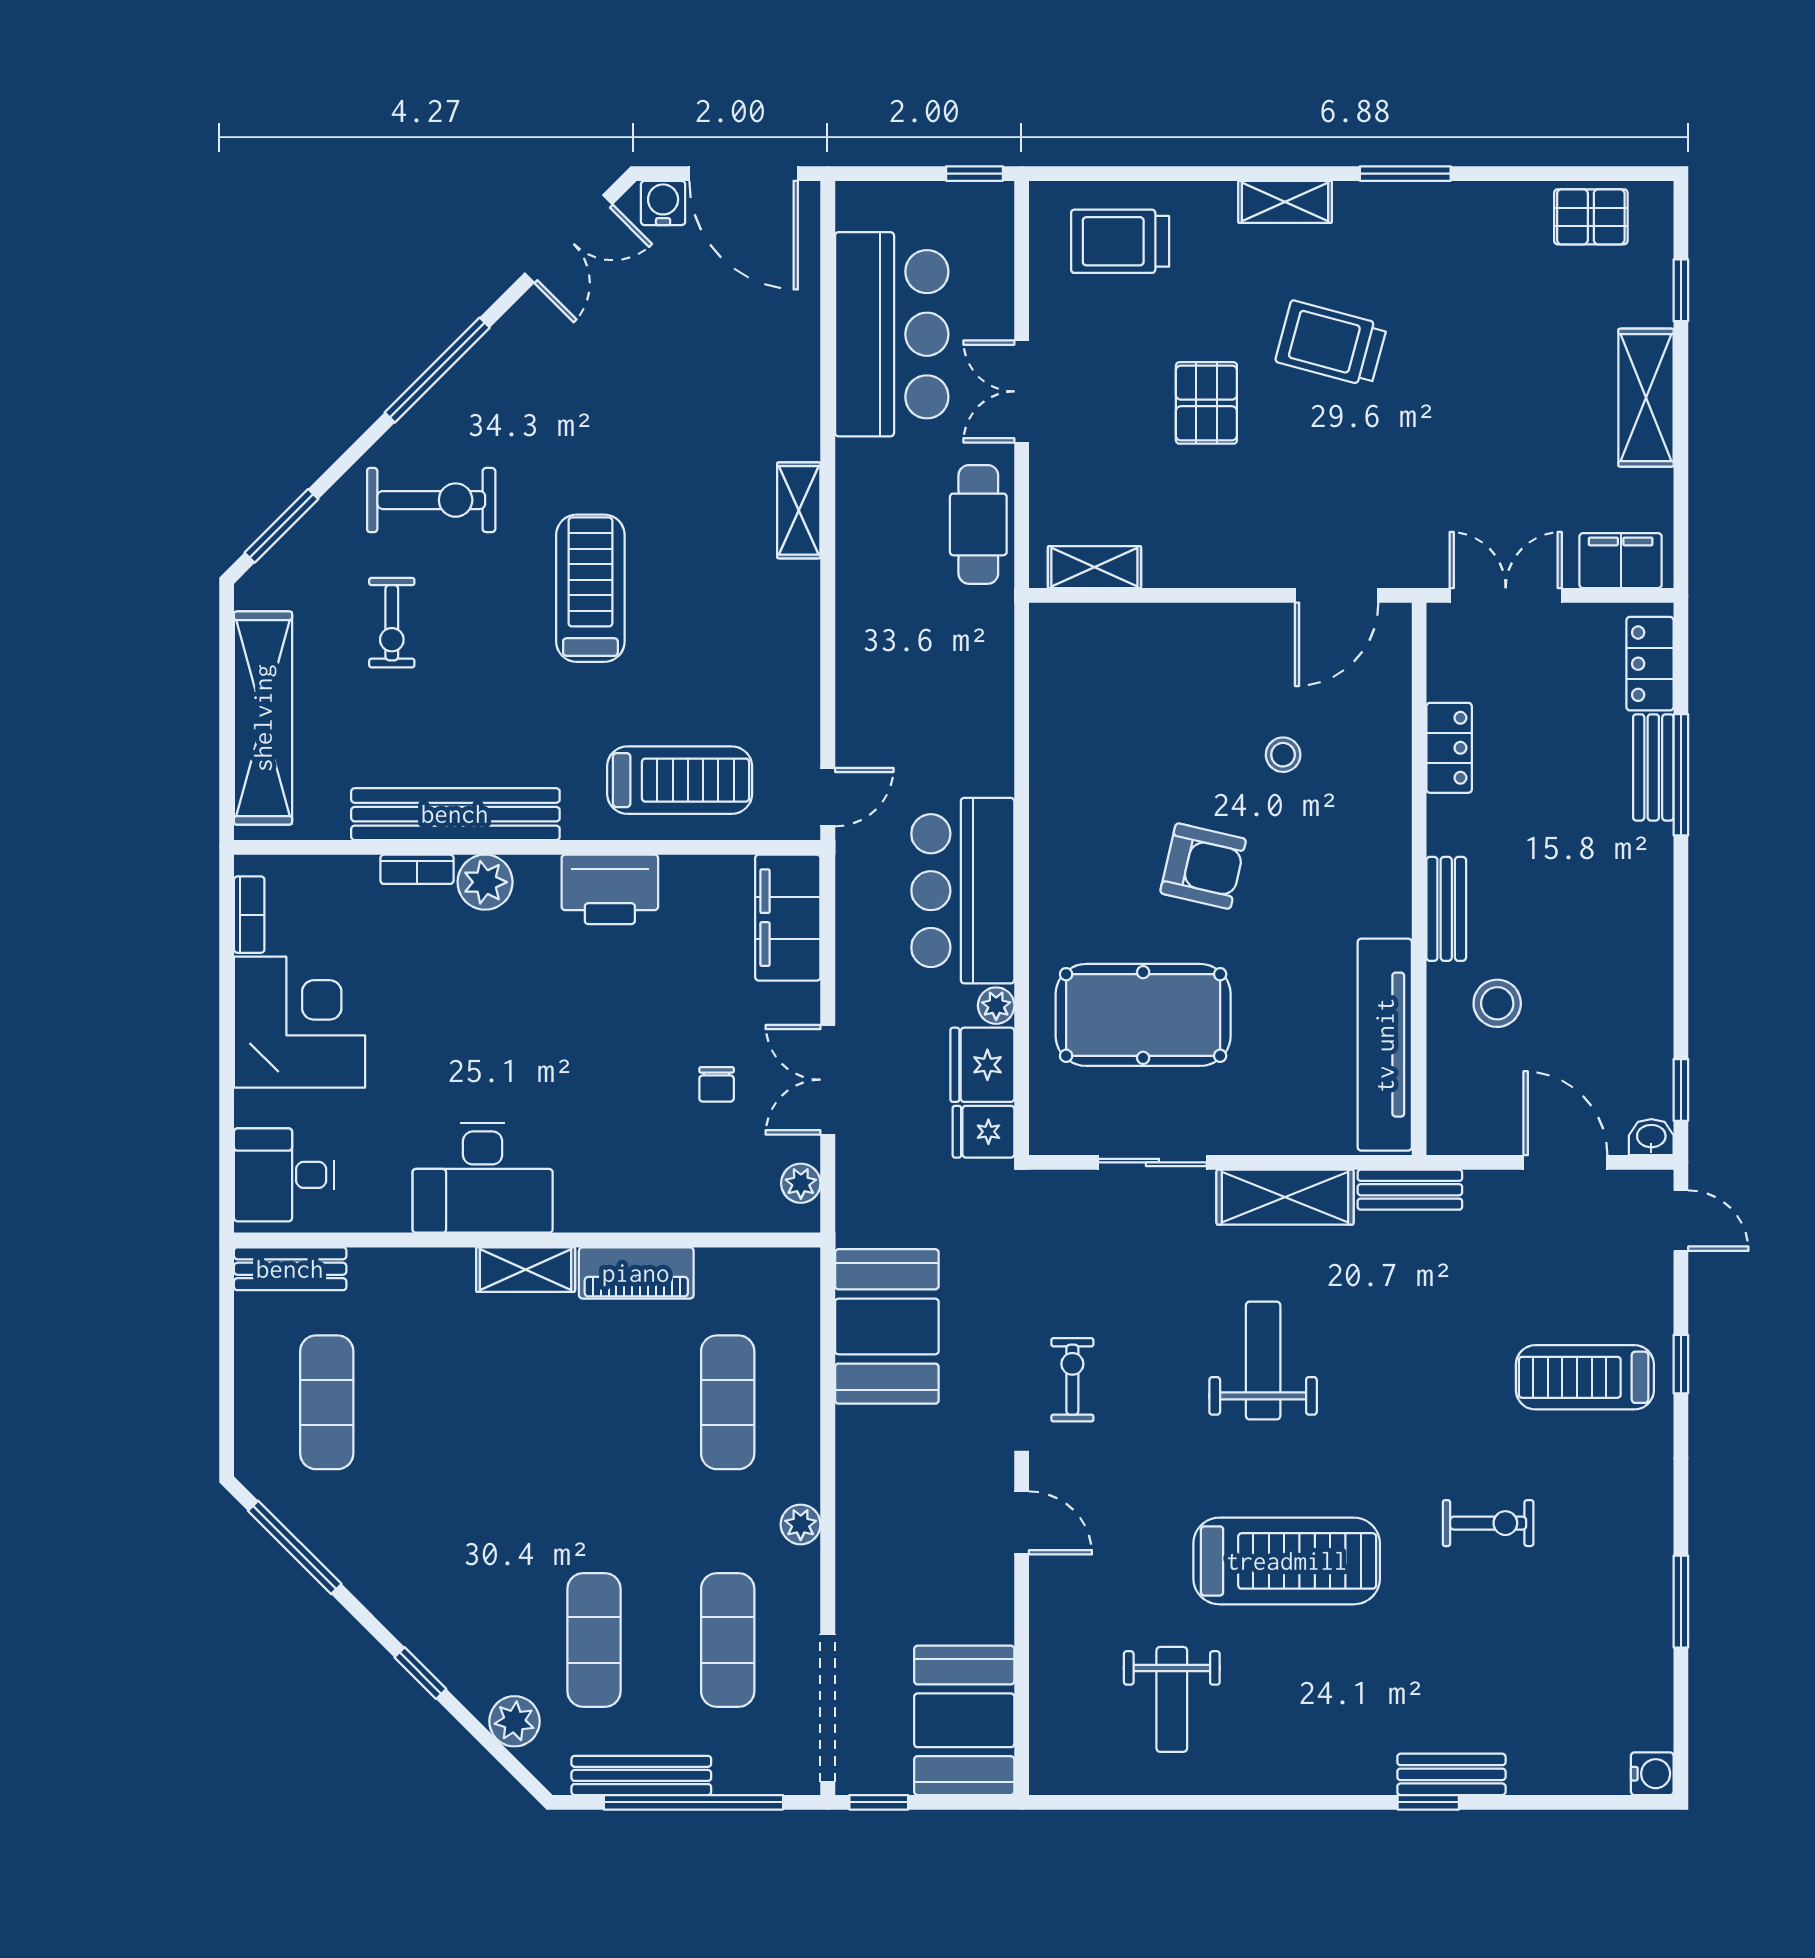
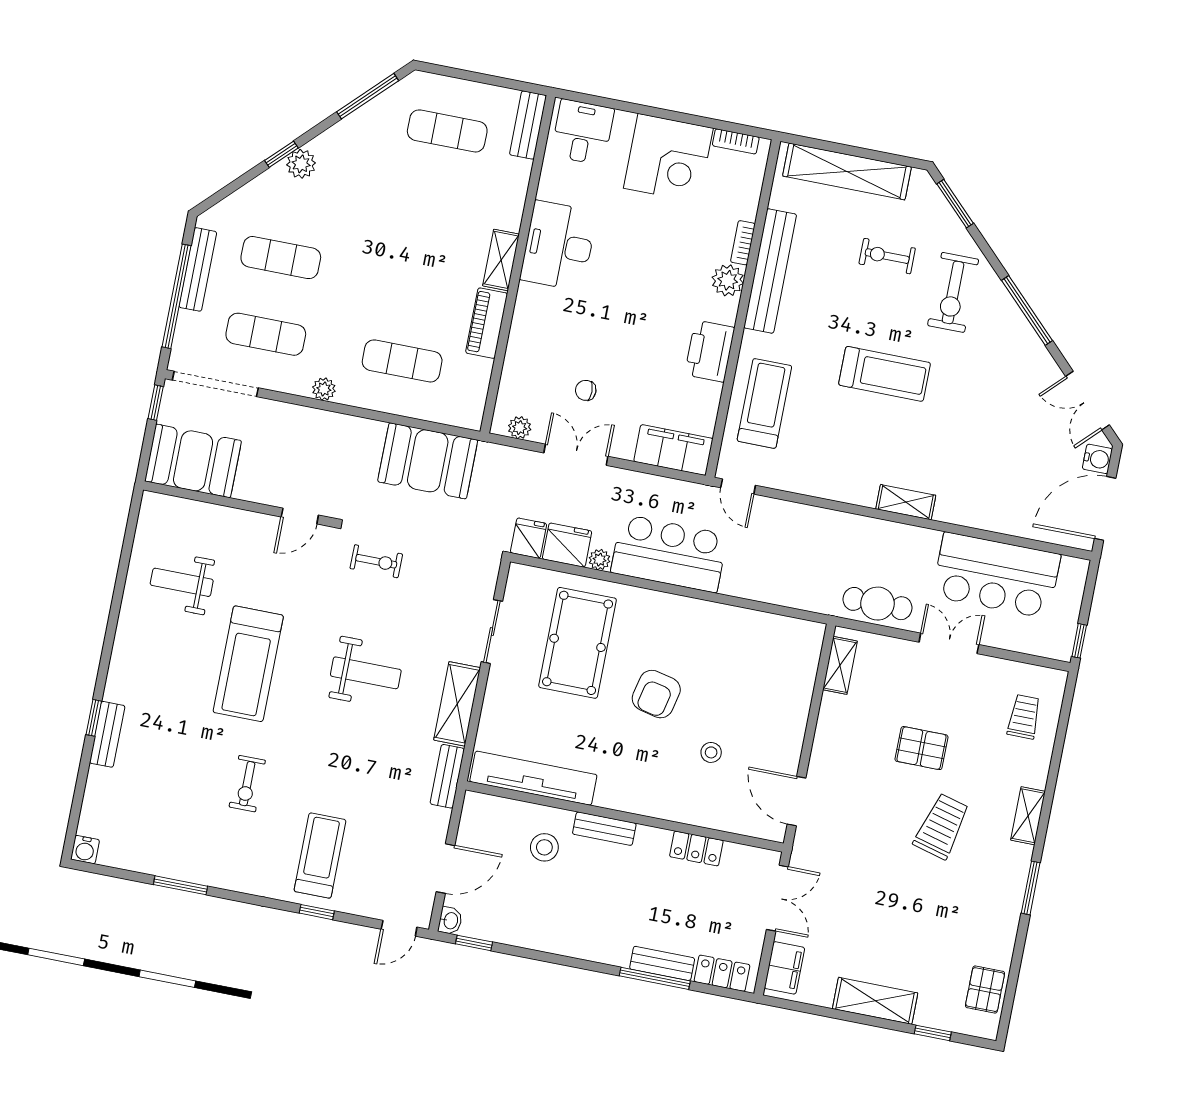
trolley: (1120, 241) -> (1024, 717), width x0.73, depth x0.72
treadmill: (680, 780) -> (764, 403), turned 180
plant: (514, 1721) -> (301, 164), moved

